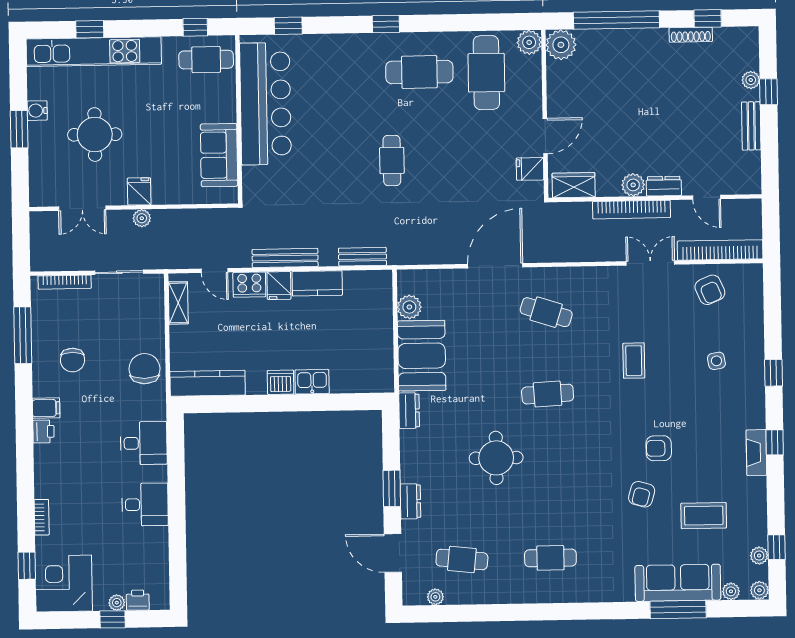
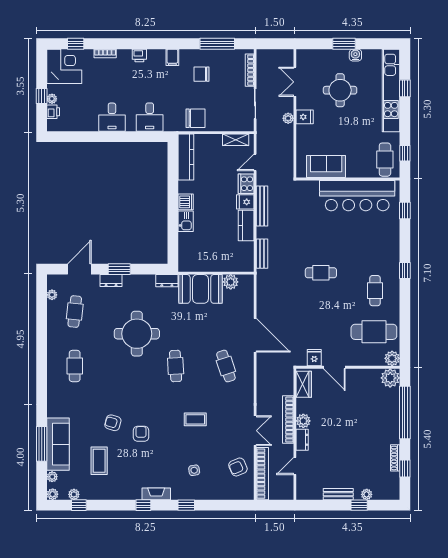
cafe table: (419, 72) -> (375, 291), width x0.73, depth x0.74
cafe table: (546, 312) -> (226, 366), turned -36
printer: (43, 431) -> (139, 55), moved
fireplace: (756, 453) -> (156, 494), moved
round table: (496, 458) -> (137, 334), width x1.36, depth x1.36

